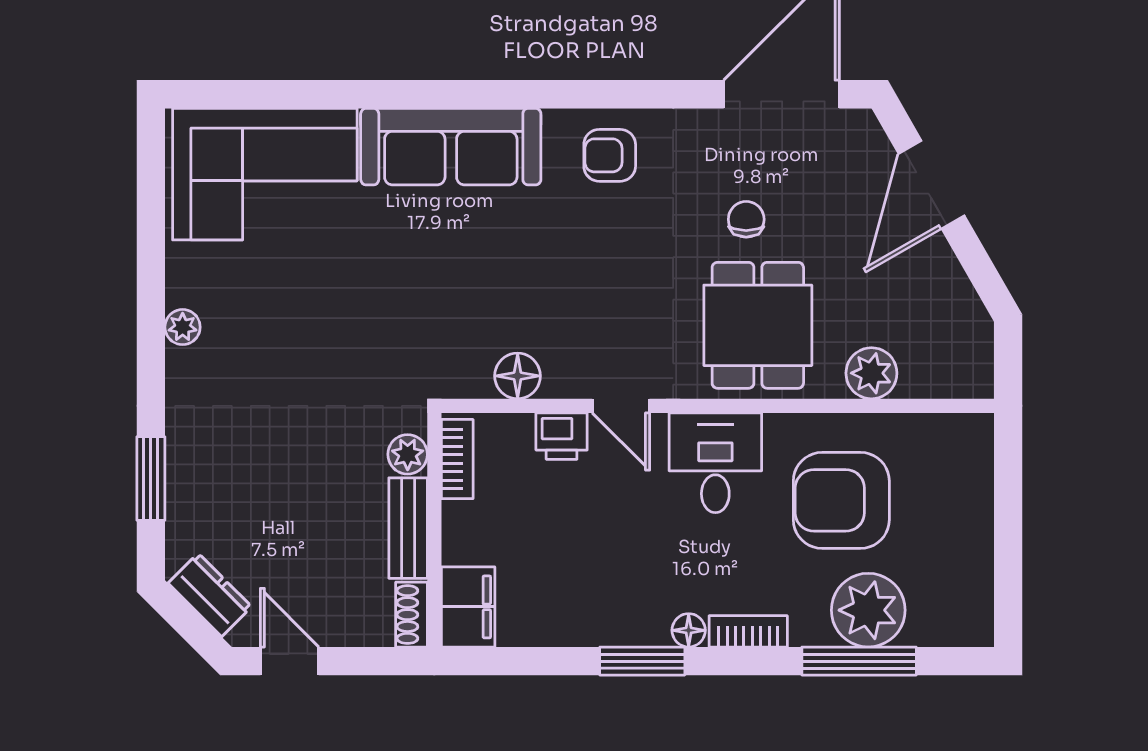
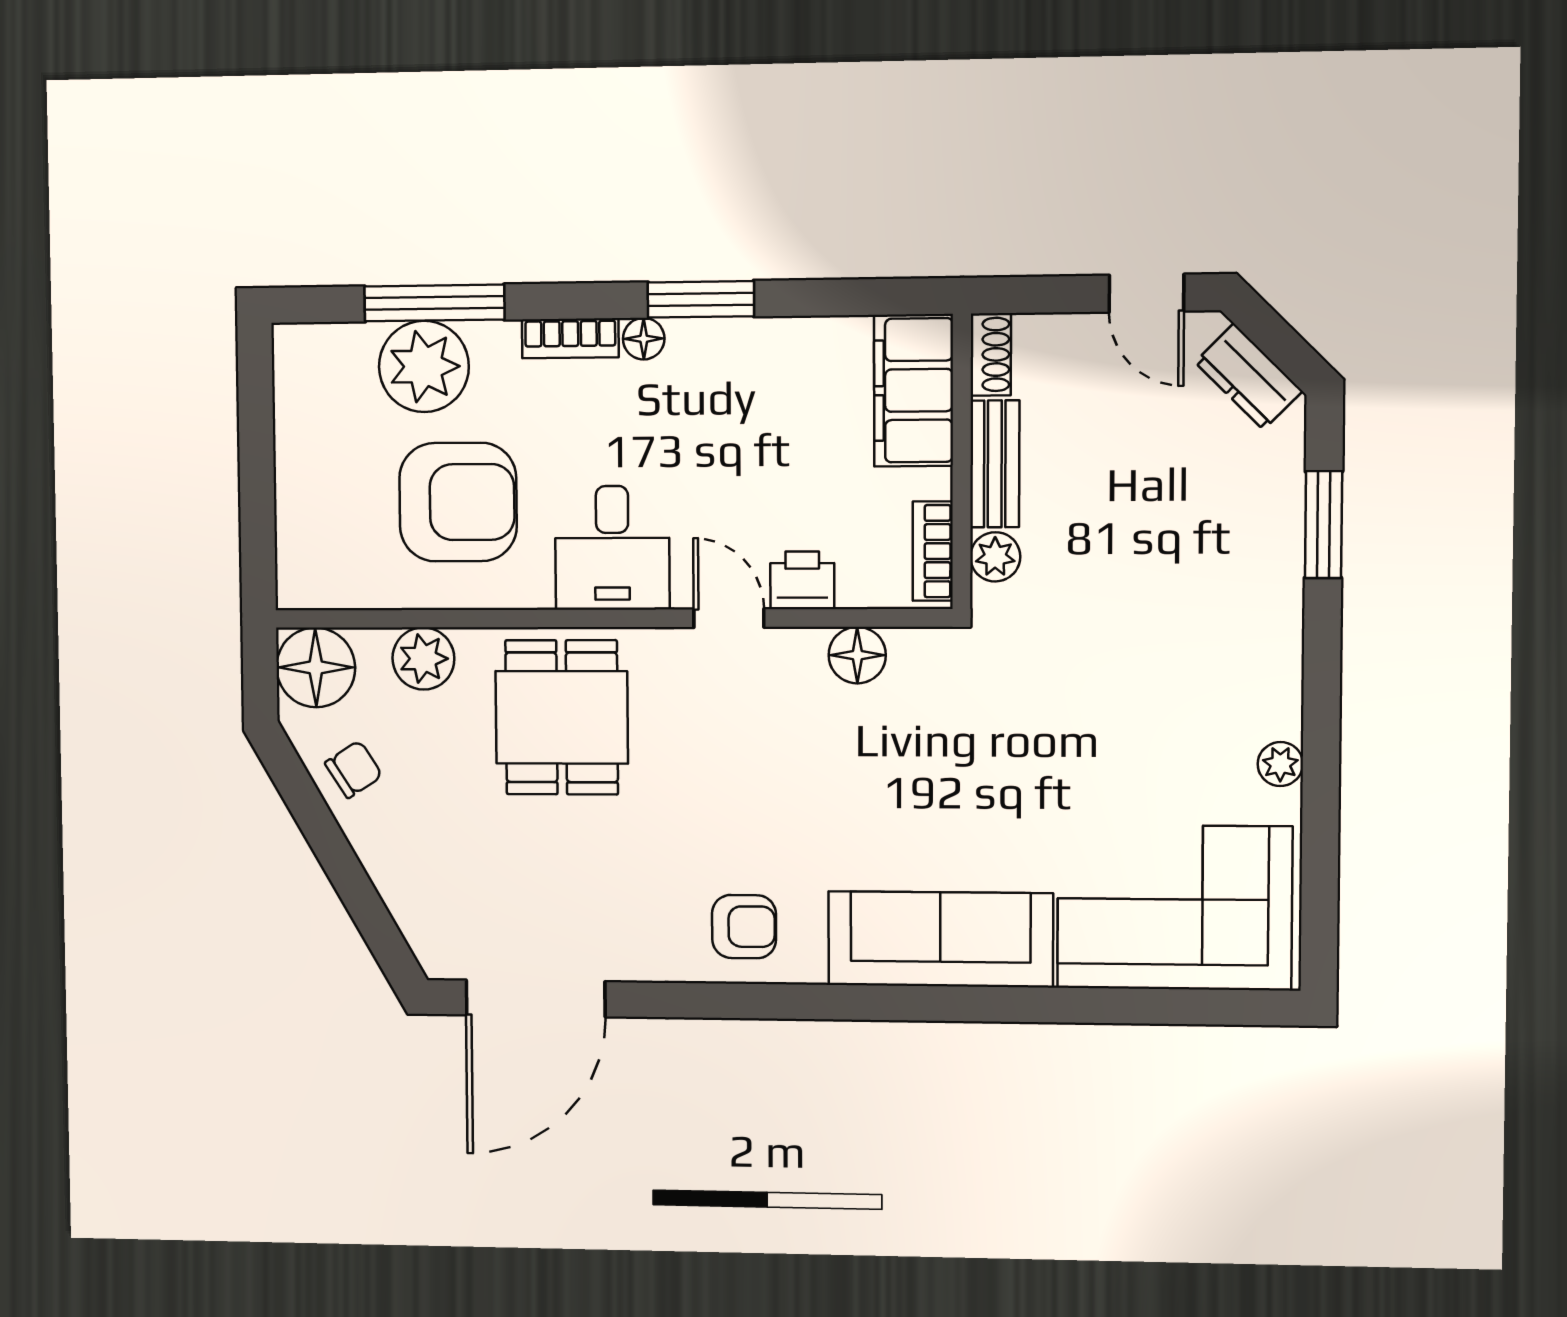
door: (932, 185) -> (354, 888), removed
chair: (746, 219) -> (354, 769), moved, turned -123
plant: (183, 327) -> (1280, 764), moved
floor lamp: (961, 366) -> (316, 667), added
filing cabinet: (468, 607) -> (914, 390), width x1.50, depth x1.17

